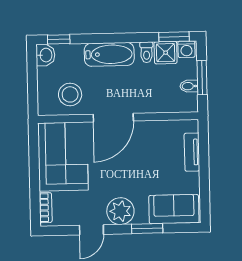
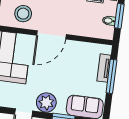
window: (204, 162) -> (111, 76), added

